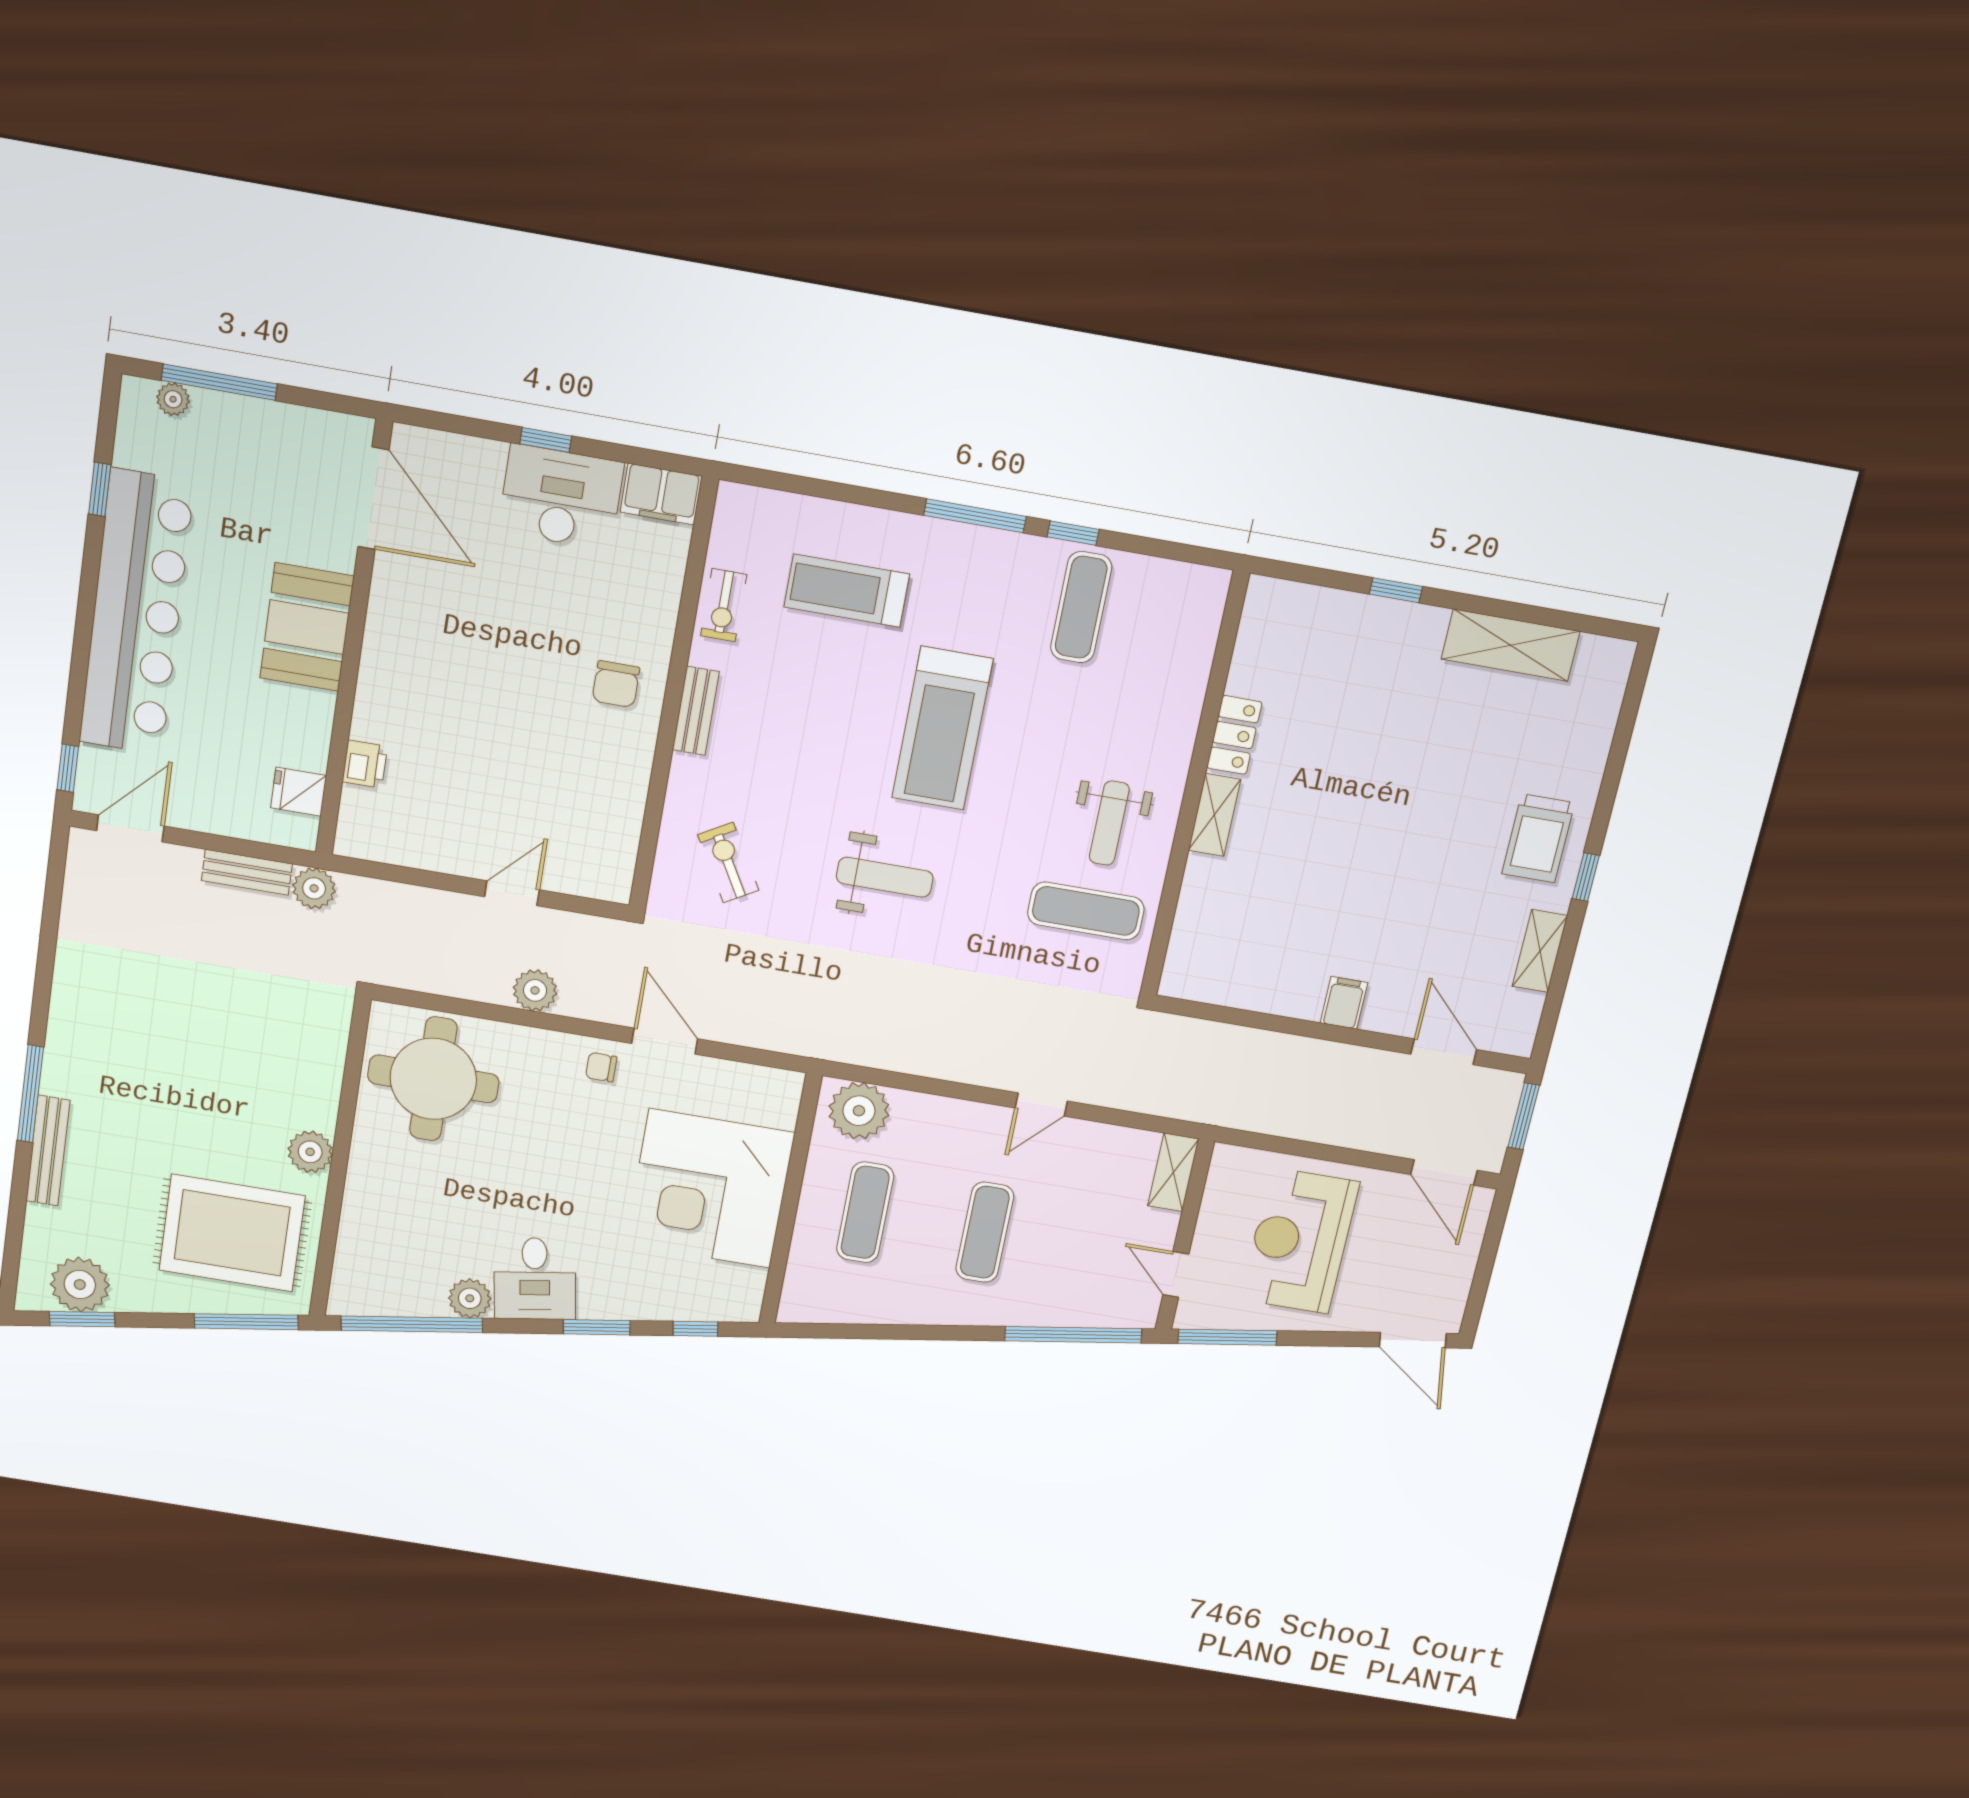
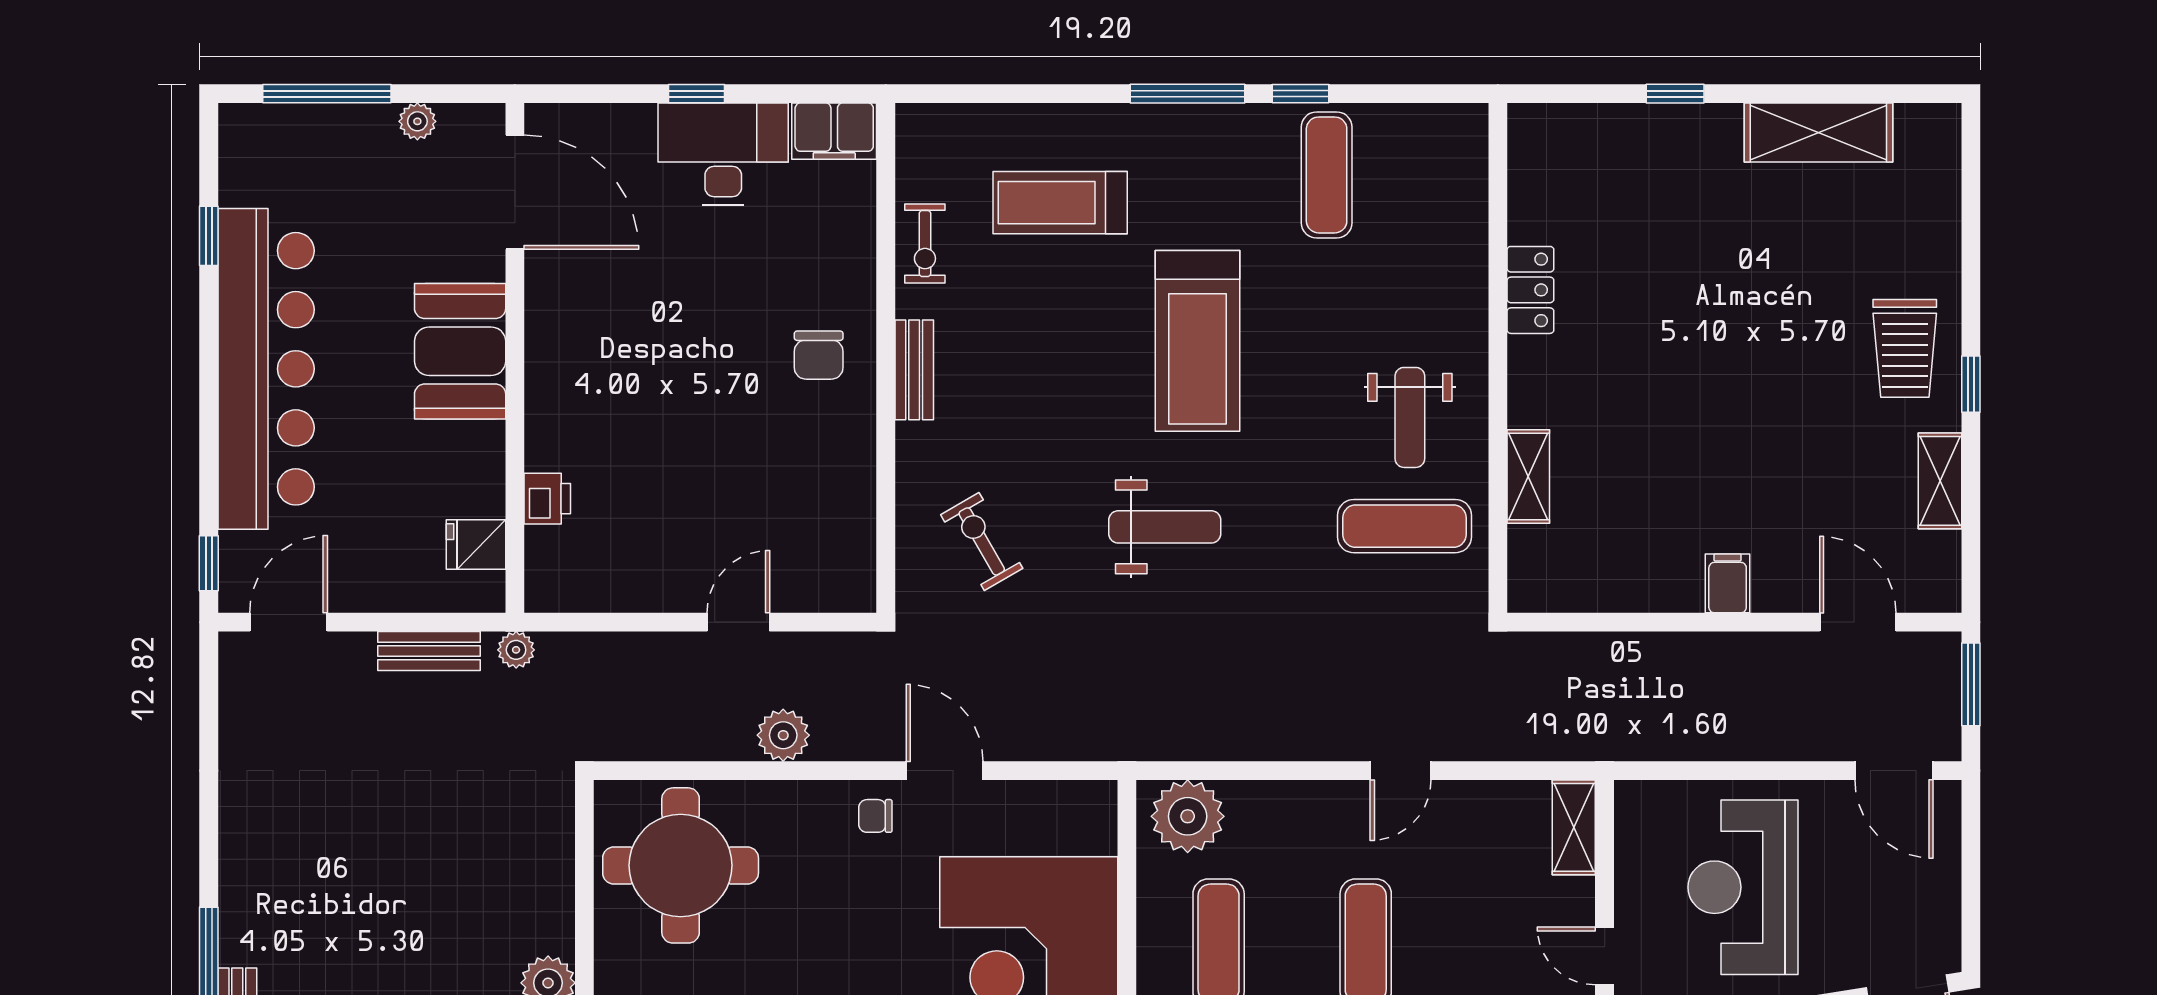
plant: (173, 399) -> (417, 121), moved
shelving: (1214, 815) -> (1528, 477), moved
plant: (314, 888) -> (516, 650), width x0.73, depth x0.73

